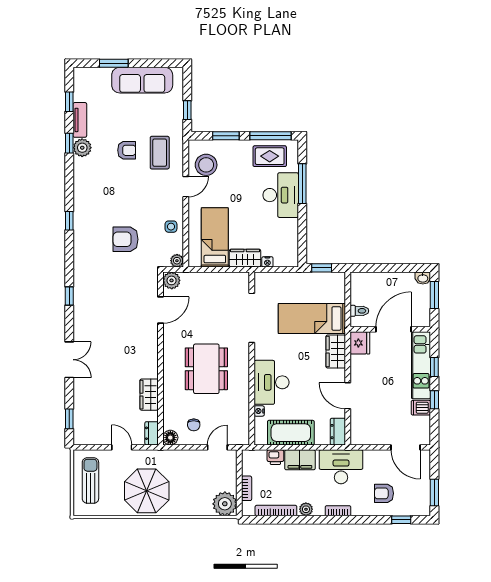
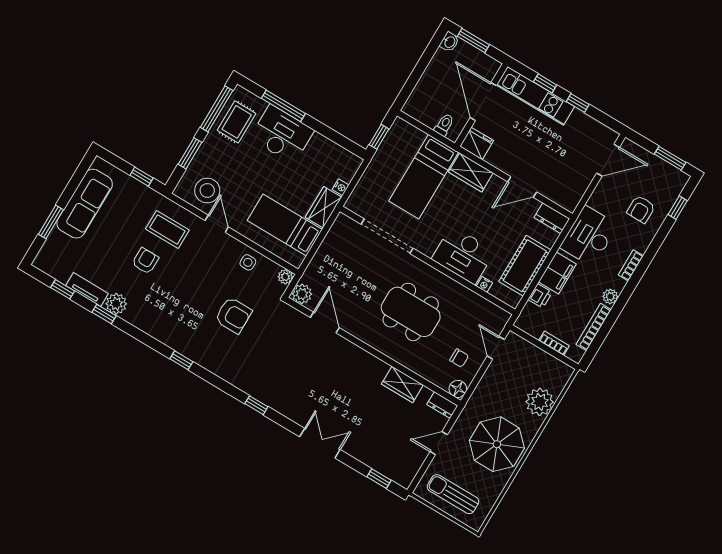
armchair: (125, 239) -> (233, 315), turned -90
dishwasher: (421, 408) -> (578, 121), removed
plant: (225, 504) -> (540, 402), moved

